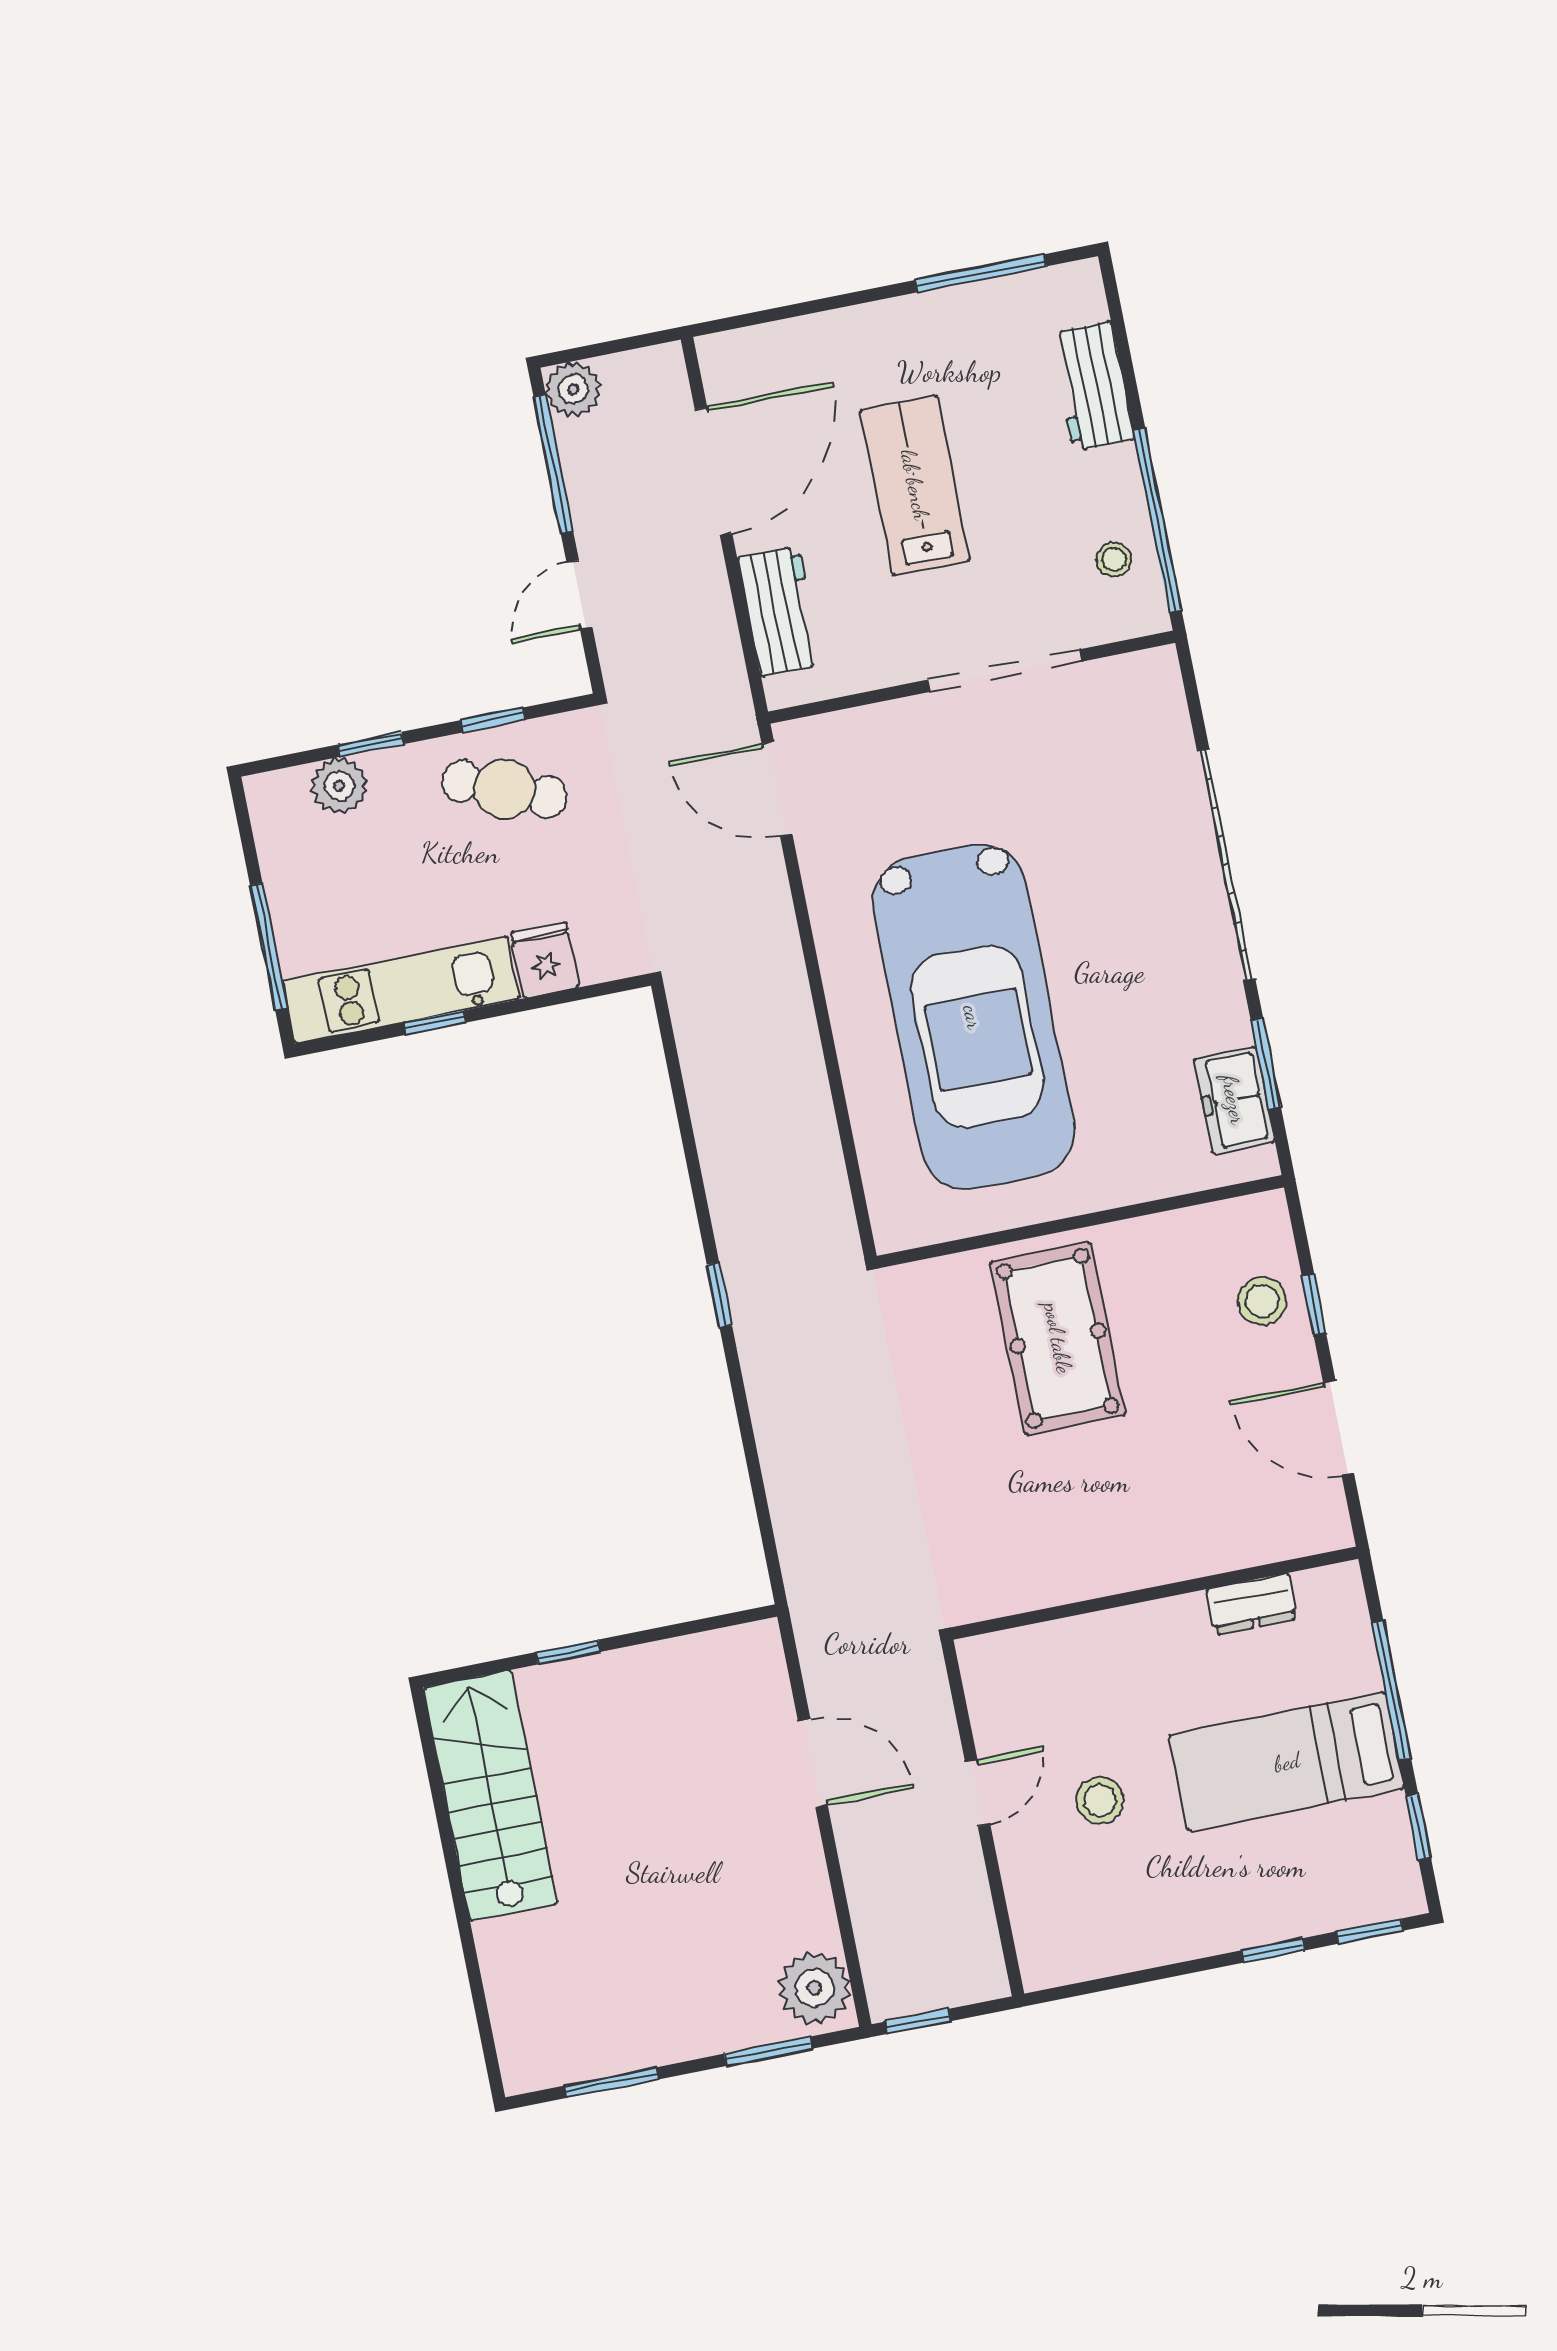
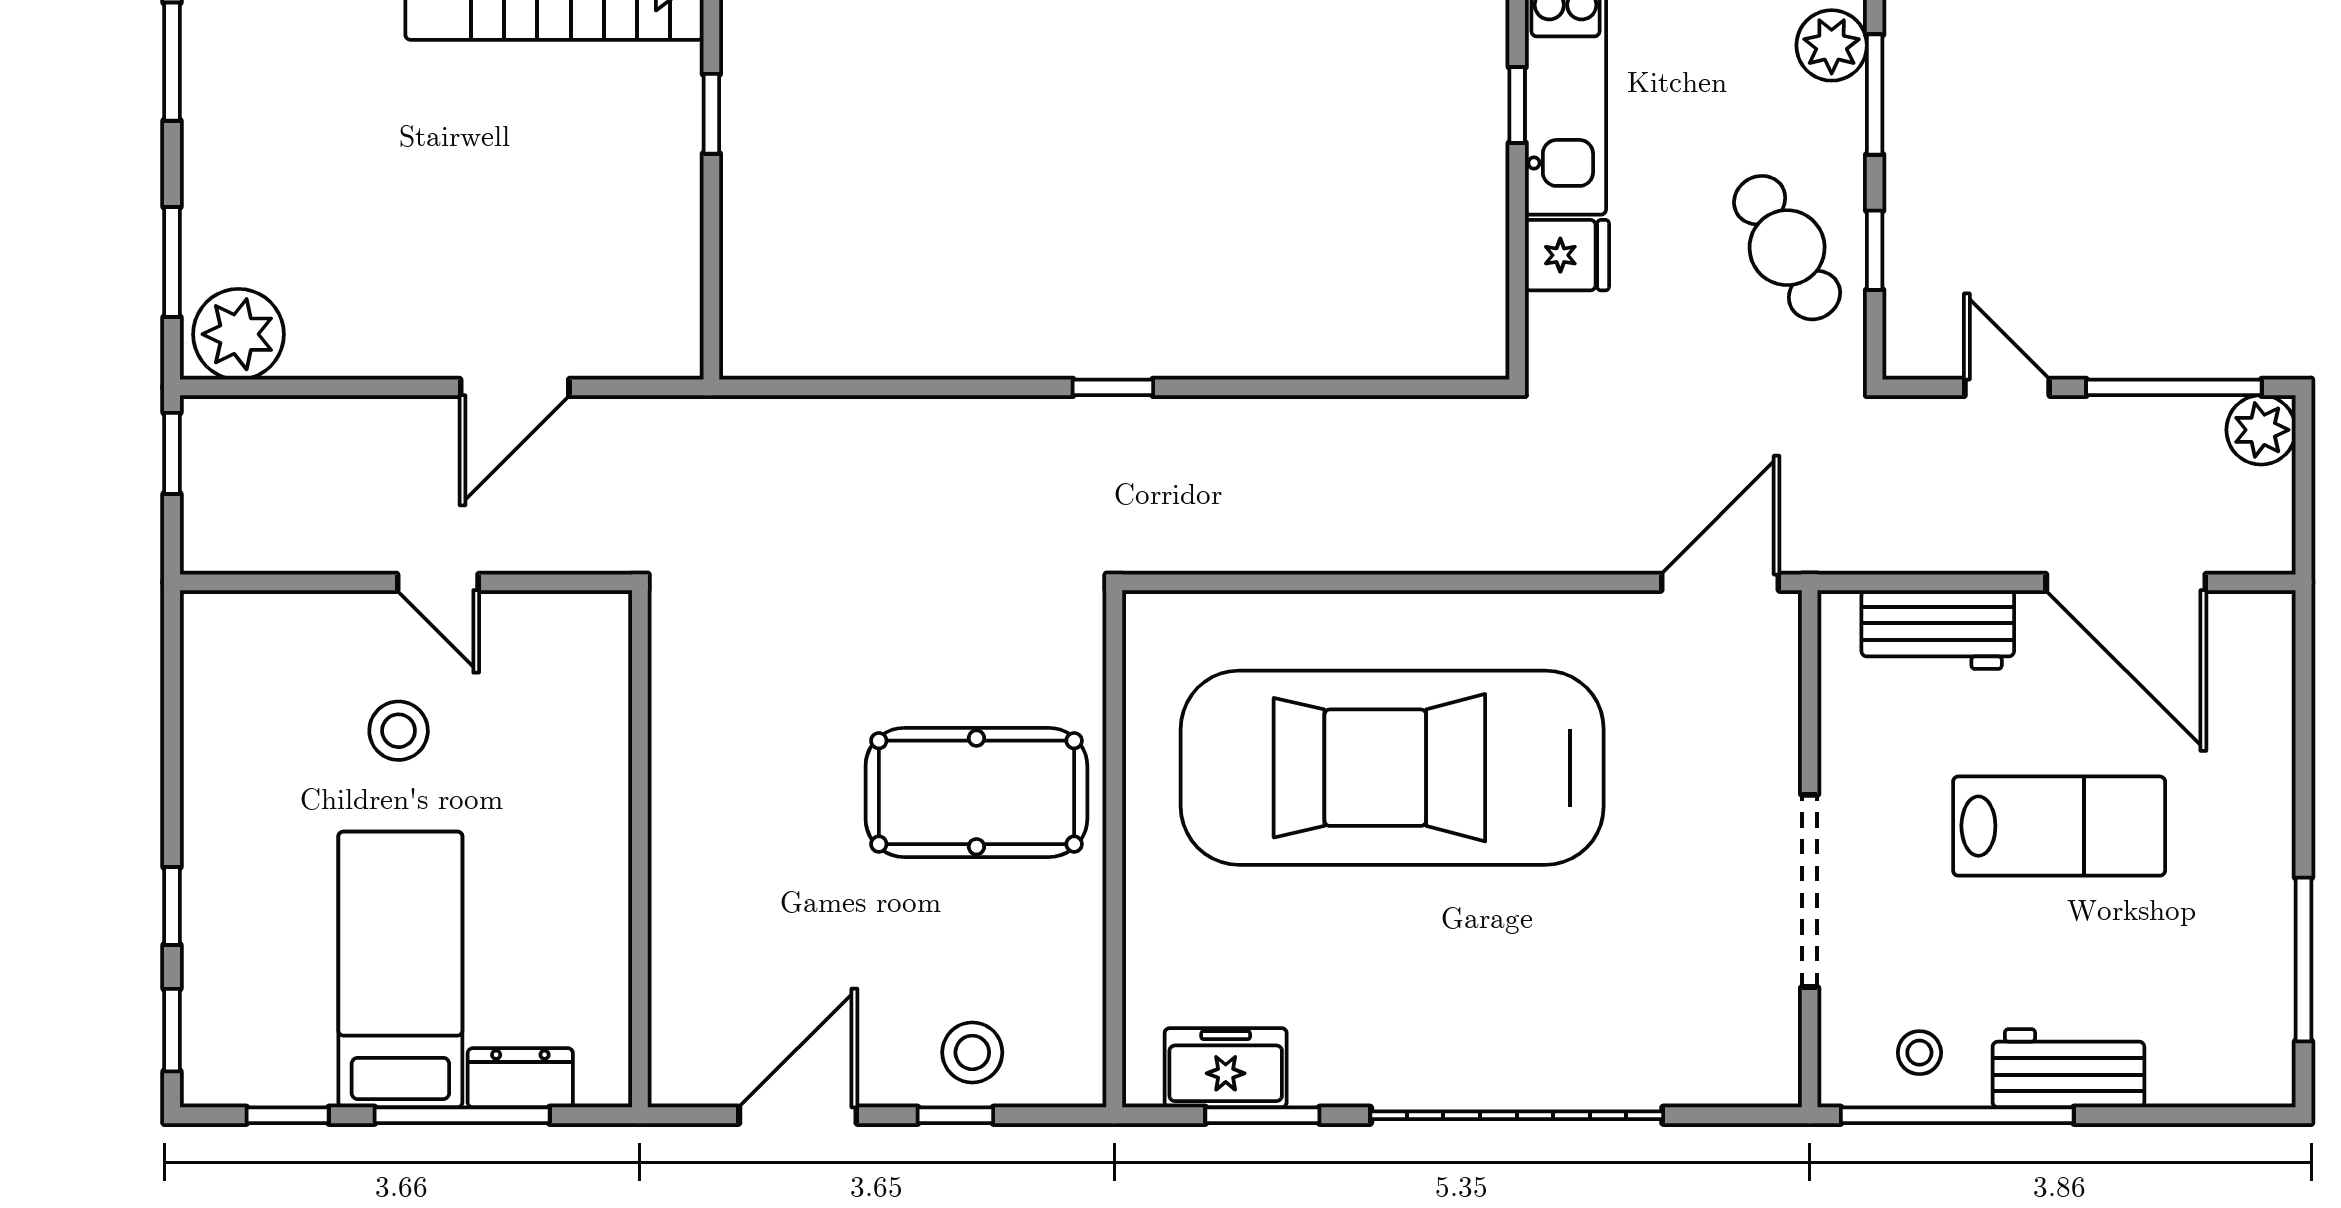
workbench: (1092, 386) -> (2068, 1068), moved
window: (371, 744) -> (1875, 95), width x1.50
cafe table: (504, 789) -> (1787, 248), turned -52
dresser: (1252, 1604) -> (520, 1078), moved, turned 90

